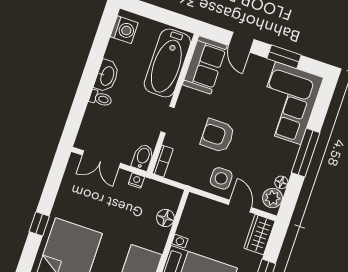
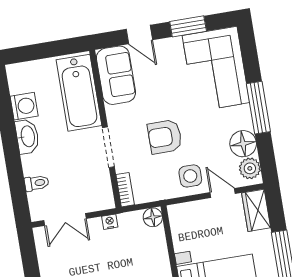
washing machine: (124, 30) -> (24, 106), moved
toilet: (101, 98) -> (37, 183), moved
doorway: (167, 120) -> (108, 147), width x1.38
bidet: (143, 157) -> (104, 196), removed
floor lamp: (281, 182) -> (243, 144), width x1.89, depth x1.89
floor lamp: (165, 218) -> (153, 217), moved

